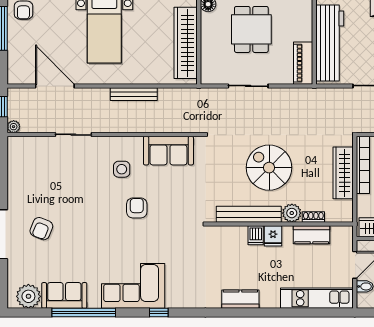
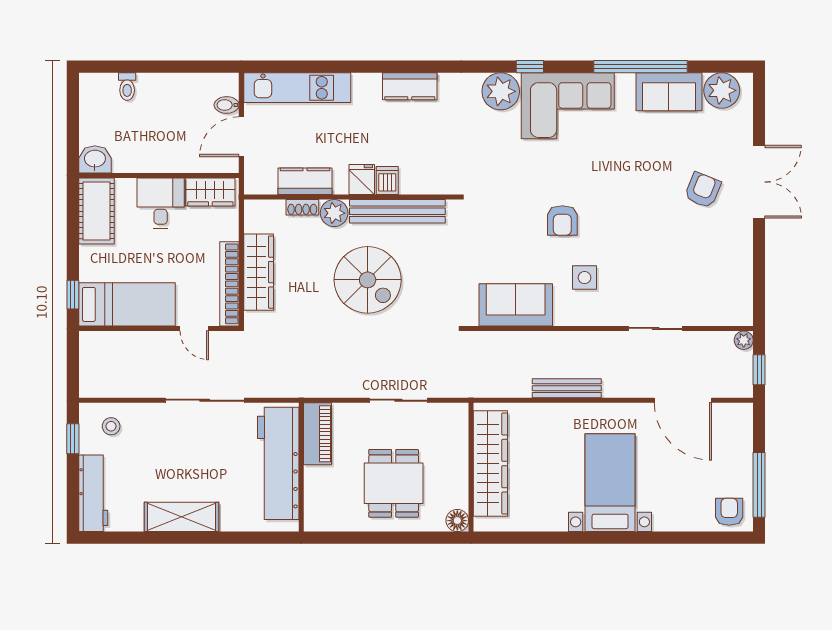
plant: (179, 296) -> (501, 91), added

